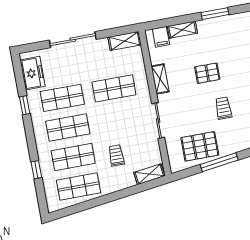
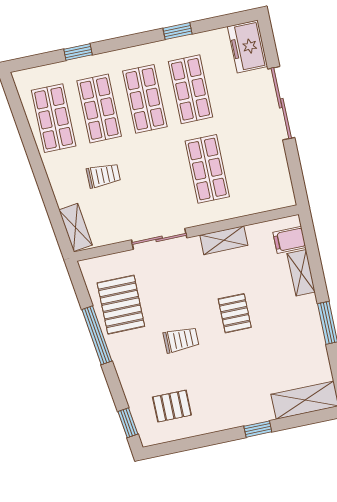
shelving: (125, 41) -> (281, 183), removed
freezer: (33, 73) -> (248, 47), moved, turned 90

